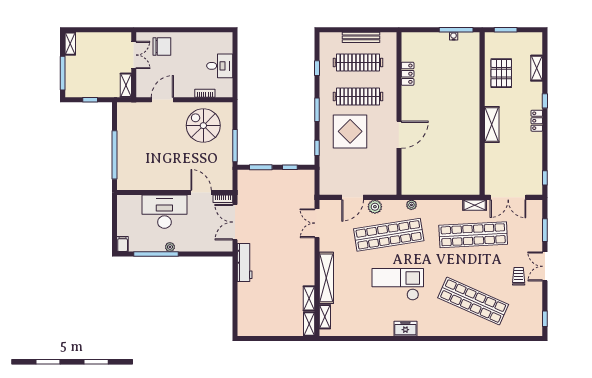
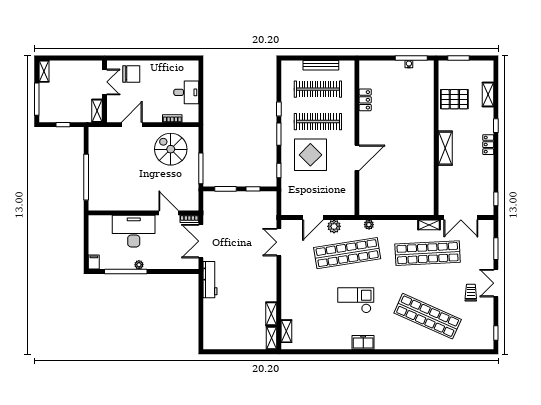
window: (317, 68) -> (279, 109), moved
pallet: (501, 73) -> (454, 99), turned 90
shelving: (326, 278) -> (288, 294), removed
checkout: (398, 284) -> (356, 300), width x0.73, depth x0.83

